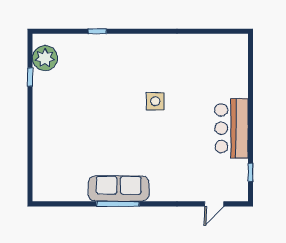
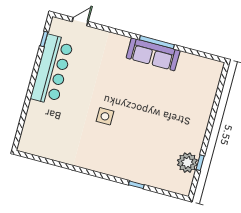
plant: (45, 58) -> (187, 163), moved
bar counter: (232, 128) -> (52, 70), width x1.36

